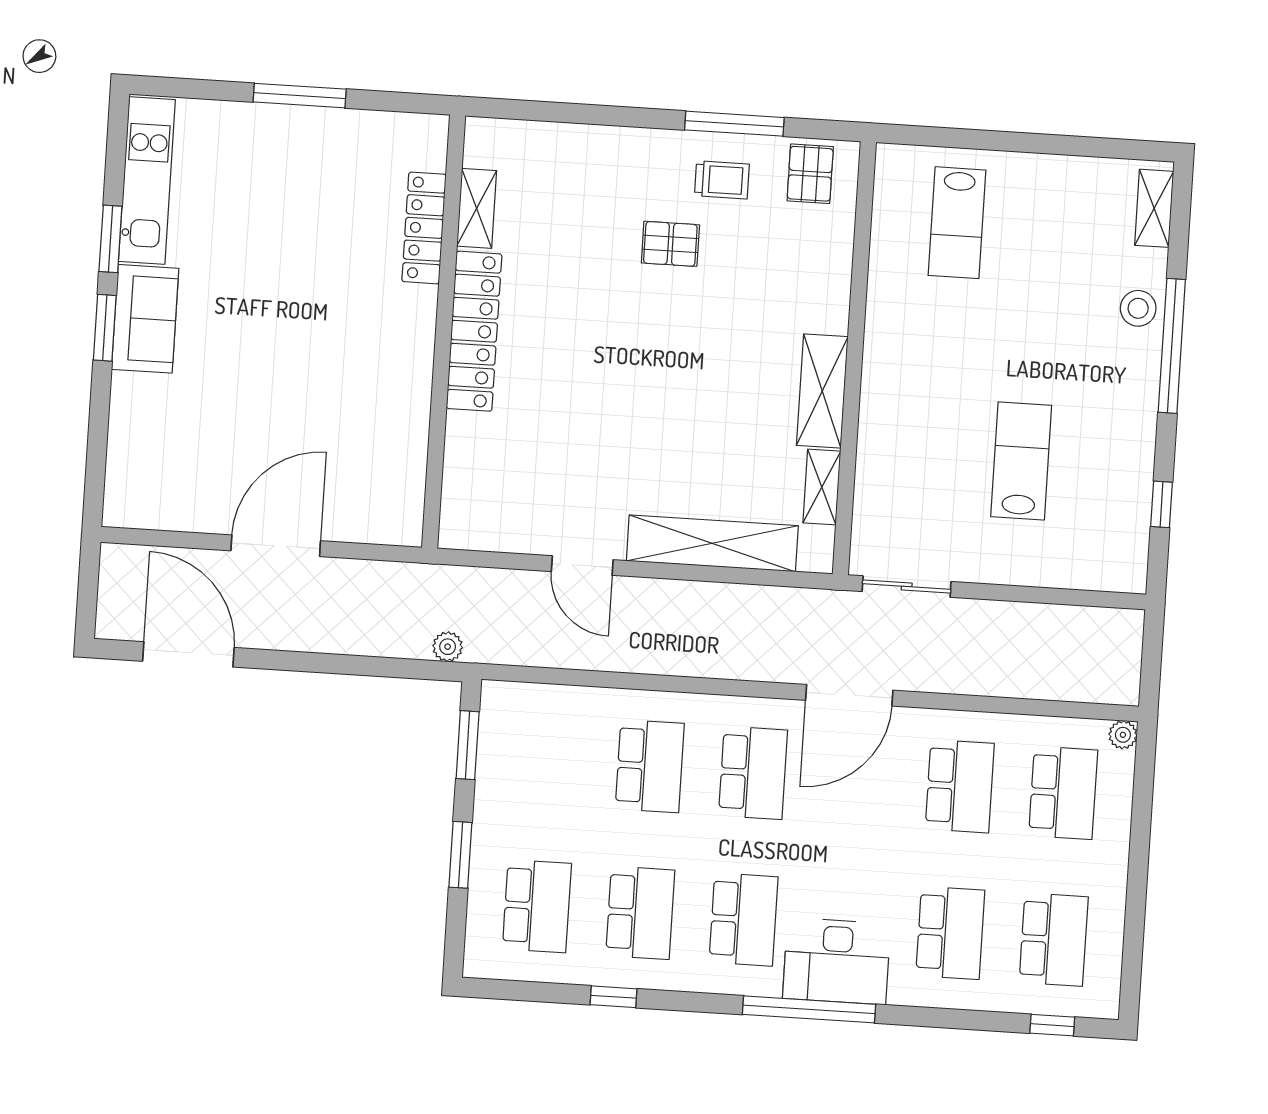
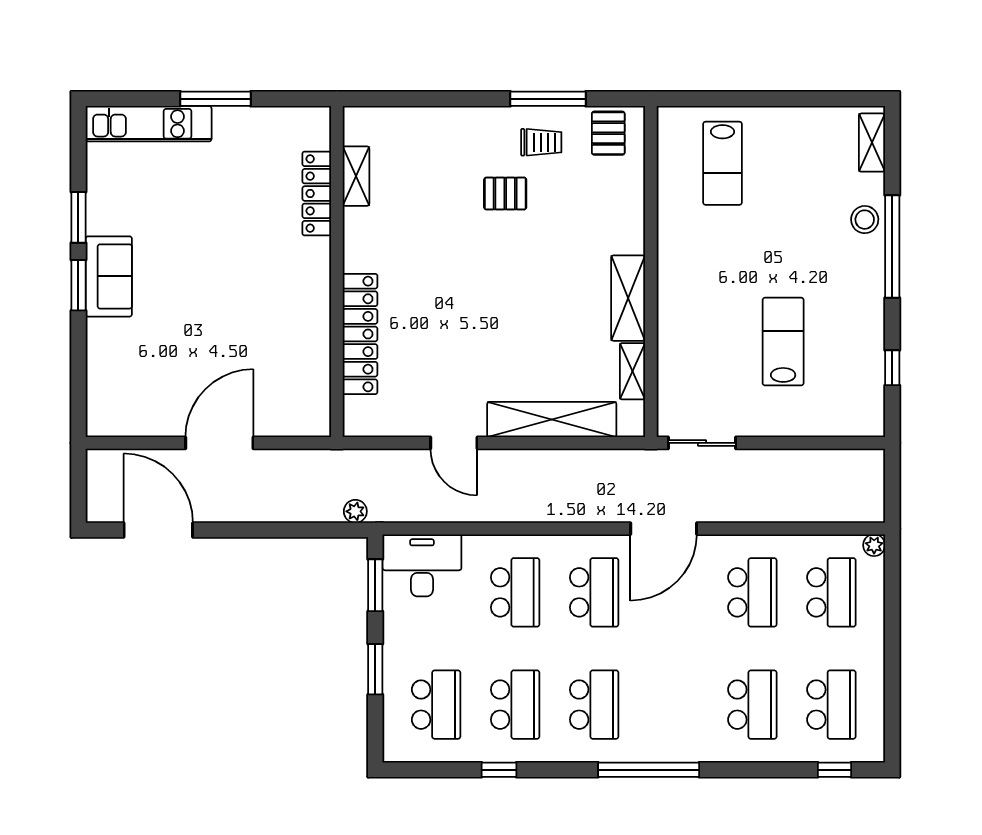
kitchen unit: (147, 181) -> (149, 124), moved, turned 90
locker: (474, 331) -> (360, 334), moved
desk: (837, 961) -> (422, 565), moved, turned 180

